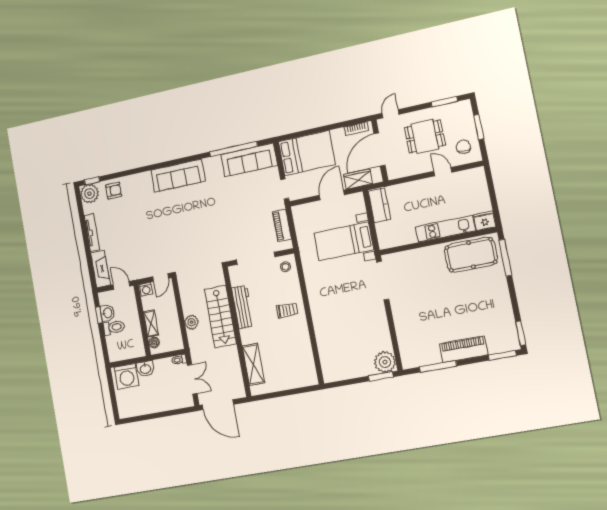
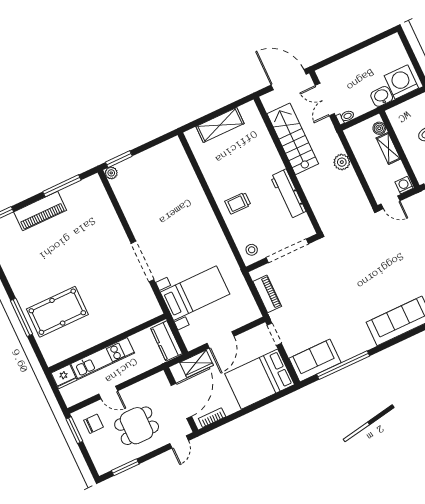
window: (479, 127) -> (74, 430), moved
chair: (463, 147) -> (93, 424), turned -92
sofa: (249, 160) -> (315, 360), width x0.73
fridge: (485, 221) -> (64, 376), moved
kitchen unit: (445, 229) -> (103, 358), moved
wall: (438, 241) -> (107, 343), moved
door: (161, 278) -> (390, 202), swing flipped
stairs: (220, 317) -> (293, 139), moved
plant: (385, 362) -> (111, 173), width x0.53, depth x0.53
shelving: (253, 364) -> (220, 125), moved, turned 90

